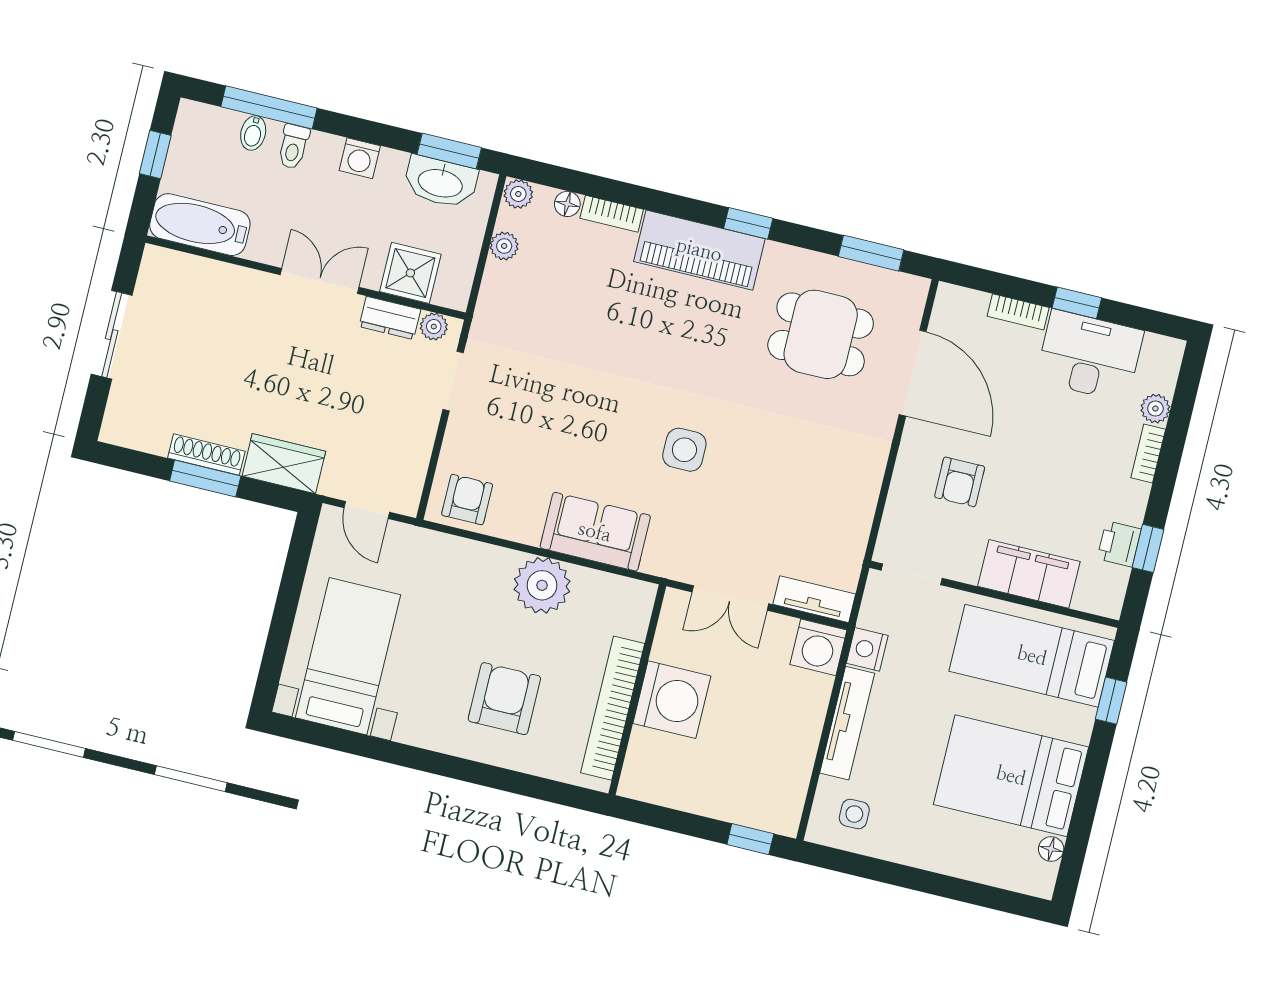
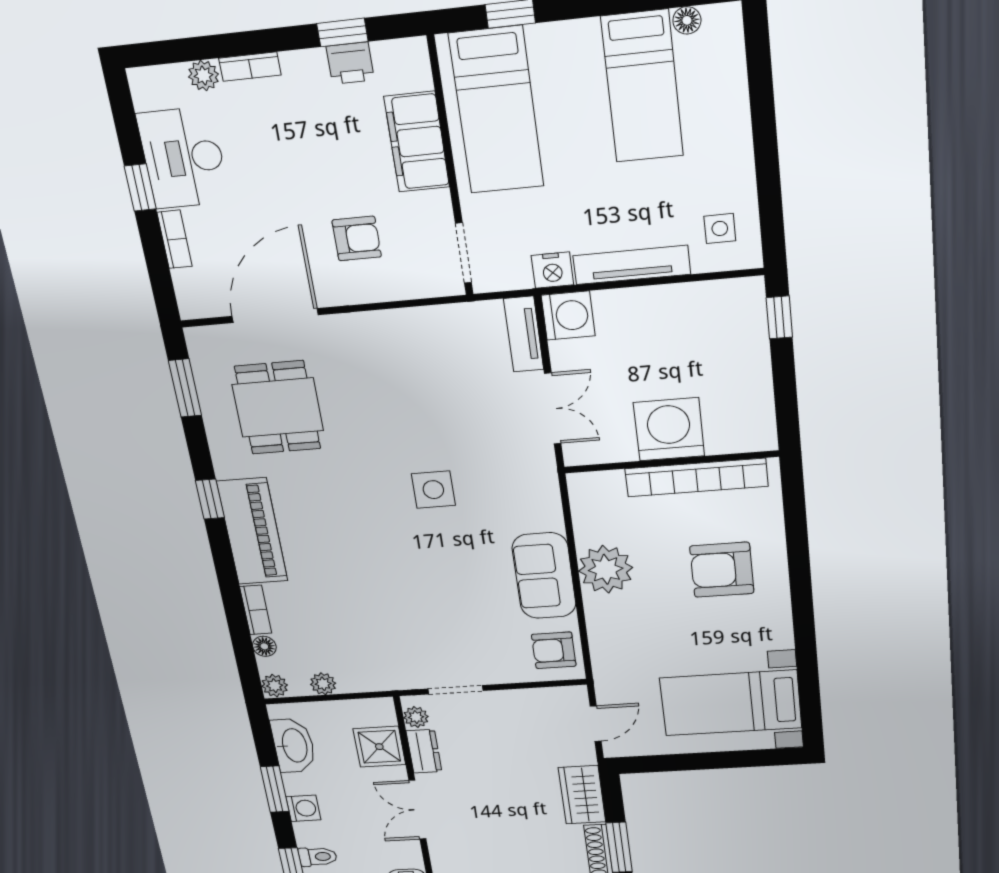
window: (449, 151) -> (275, 789), moved
sofa: (595, 532) -> (544, 576), moved
bed: (1011, 776) -> (642, 87), width x0.67

